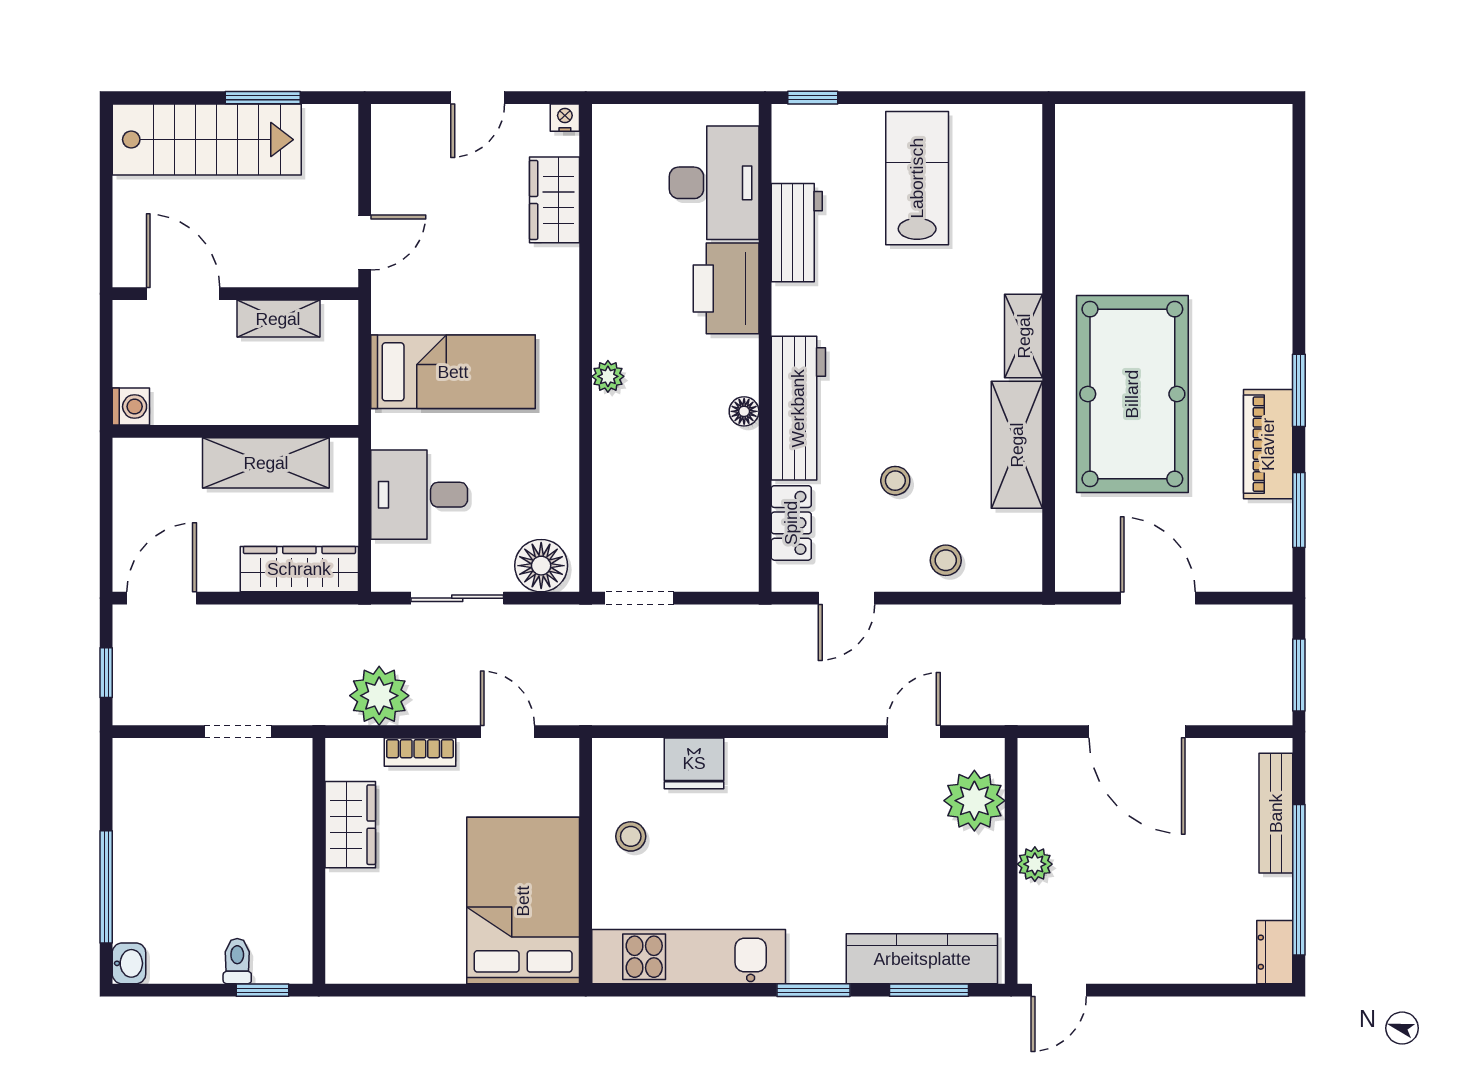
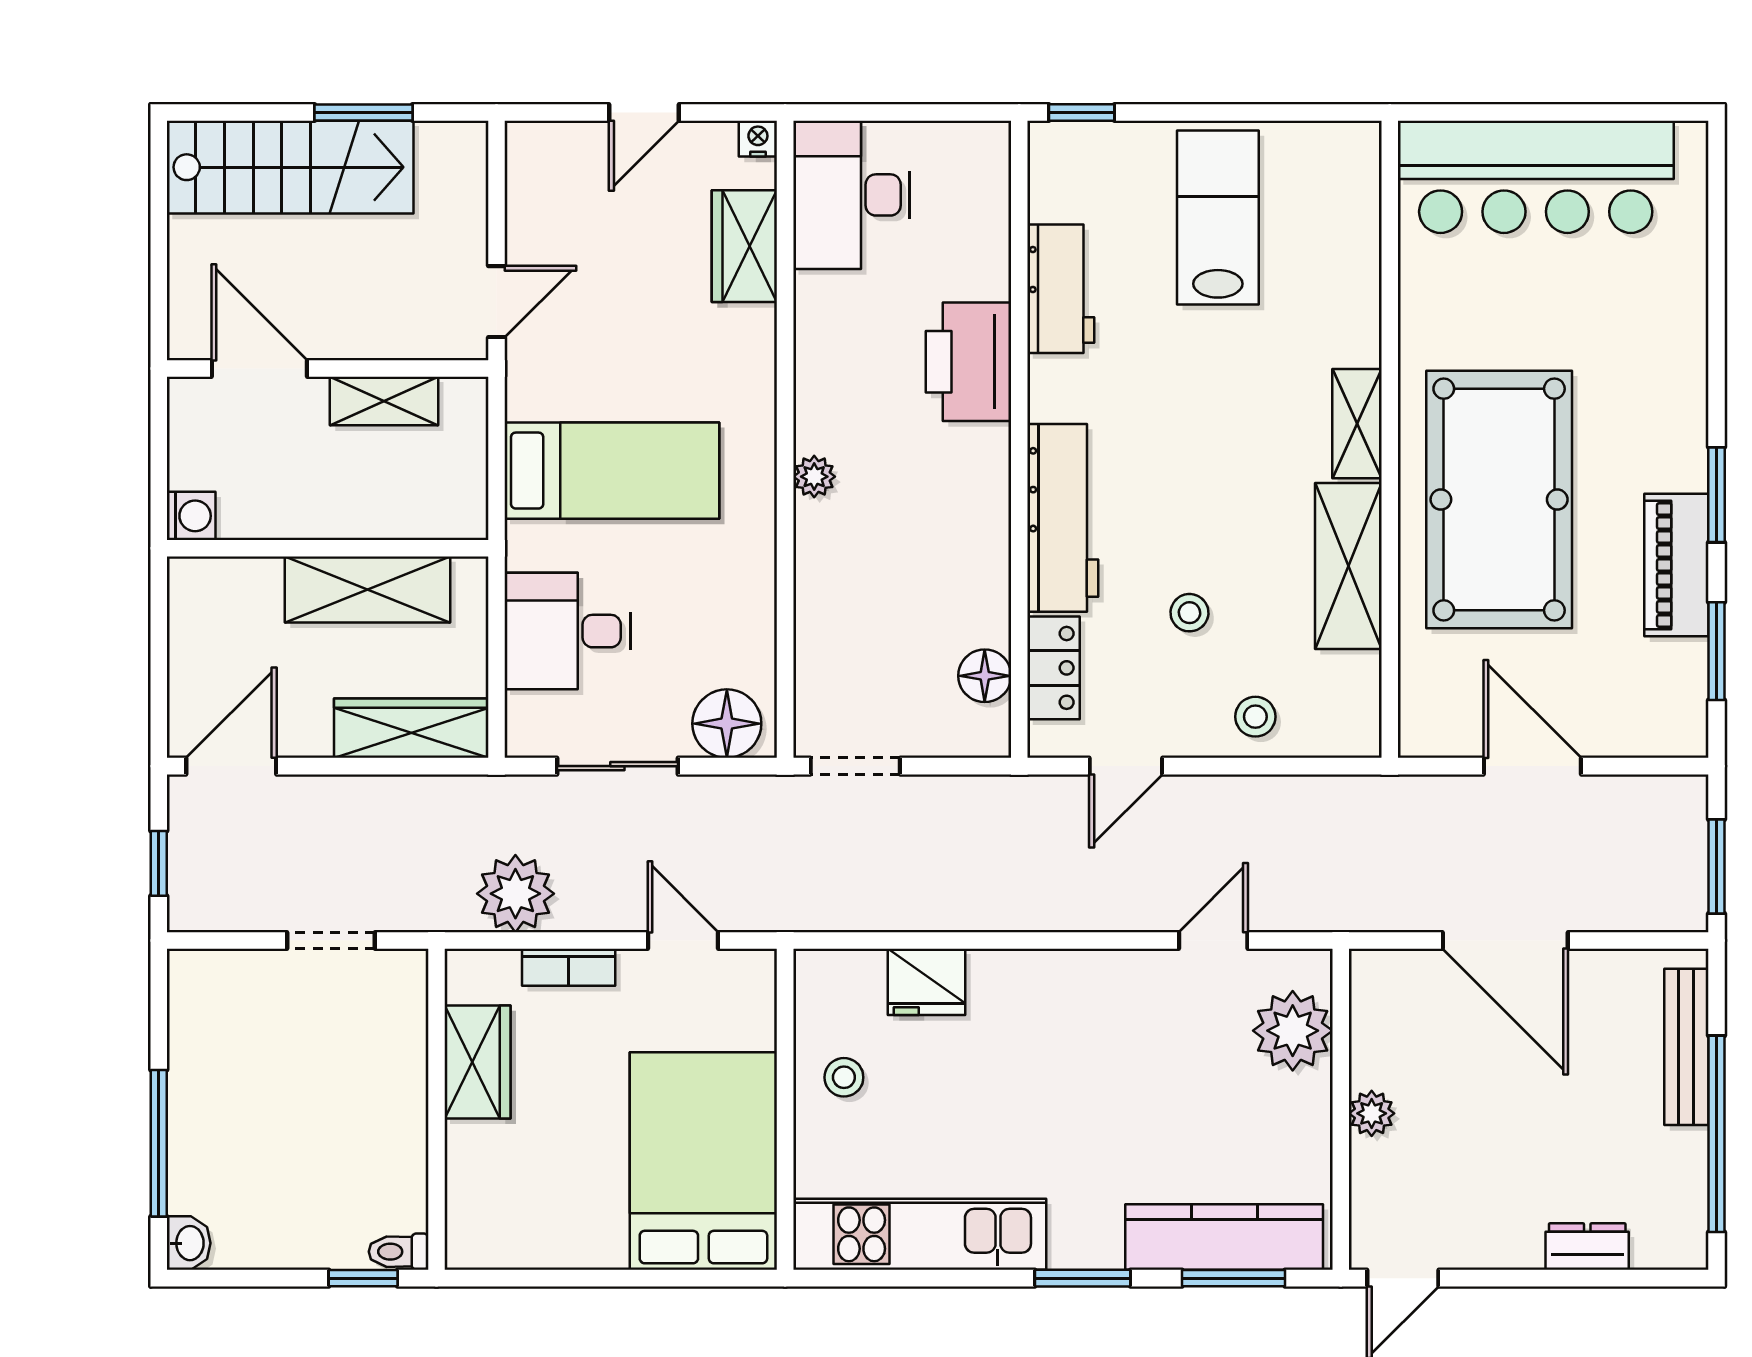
bar counter: (1160, 147) -> (1536, 177), added
desk: (714, 183) -> (852, 195), moved, turned 180
floor lamp: (744, 411) -> (985, 676), moved, width x1.37, depth x1.37
dresser: (1275, 952) -> (1587, 1247), moved, turned 90
toilet: (237, 961) -> (399, 1252), moved, turned -90

